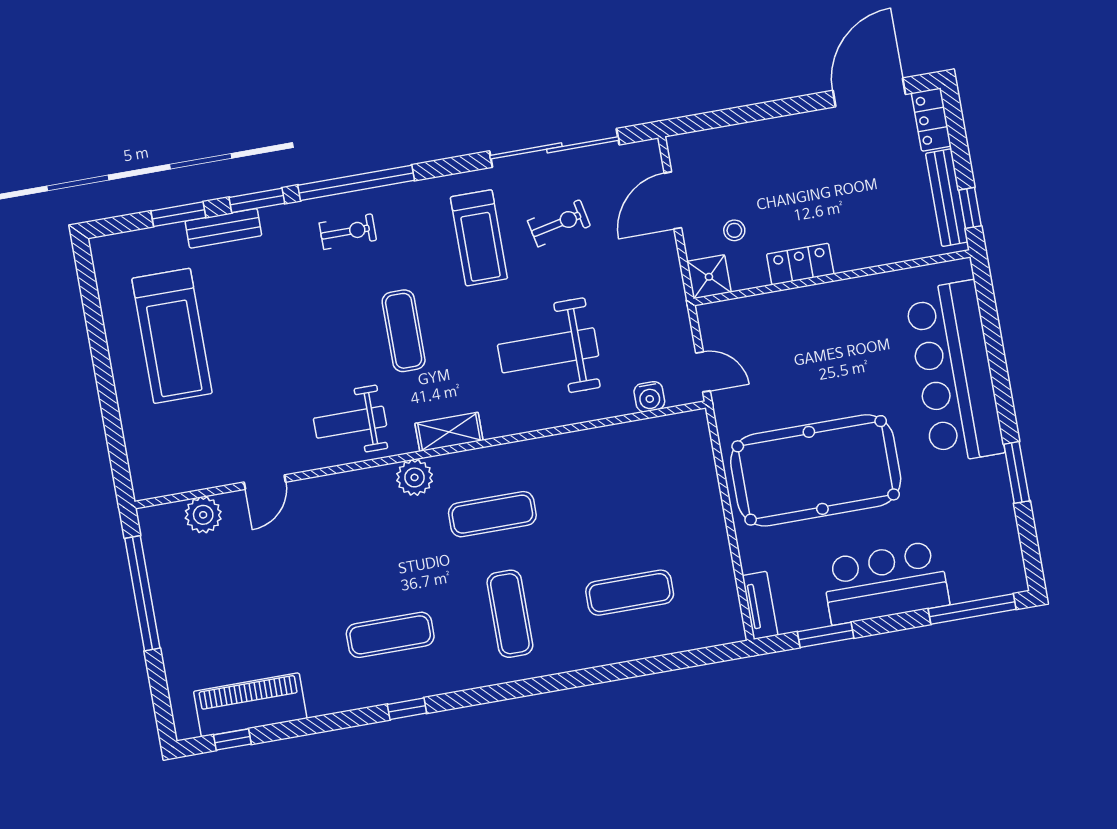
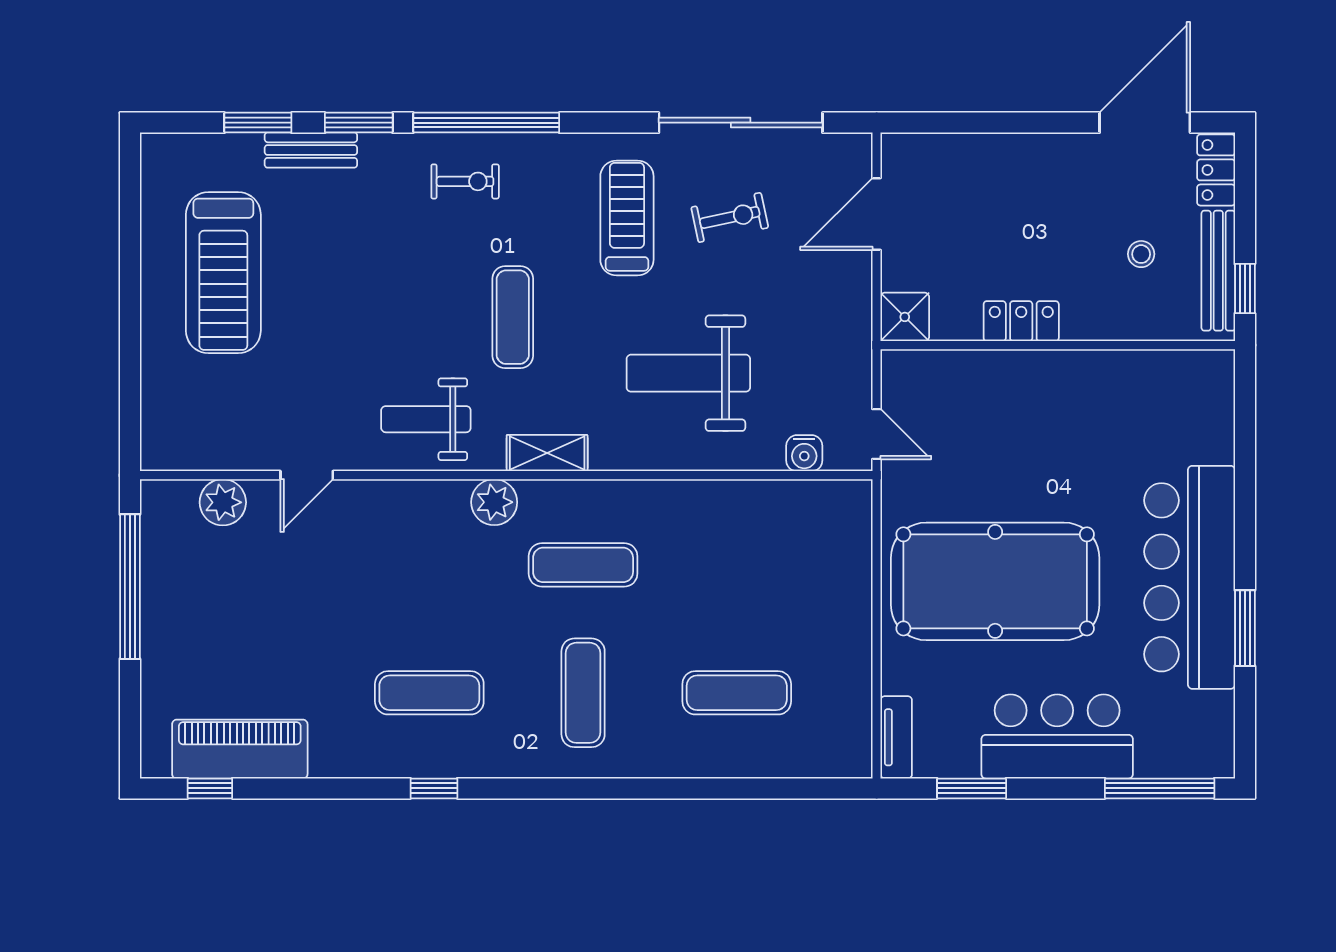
stool: (734, 230) -> (1141, 254), moved
treadmill: (479, 238) -> (627, 218), turned 180
bar counter: (955, 372) -> (1190, 577), moved

